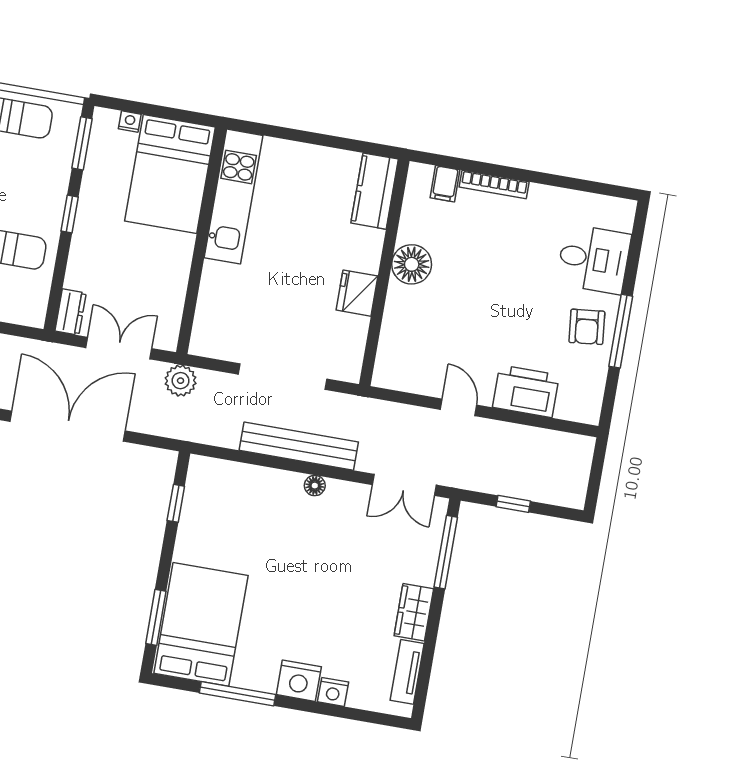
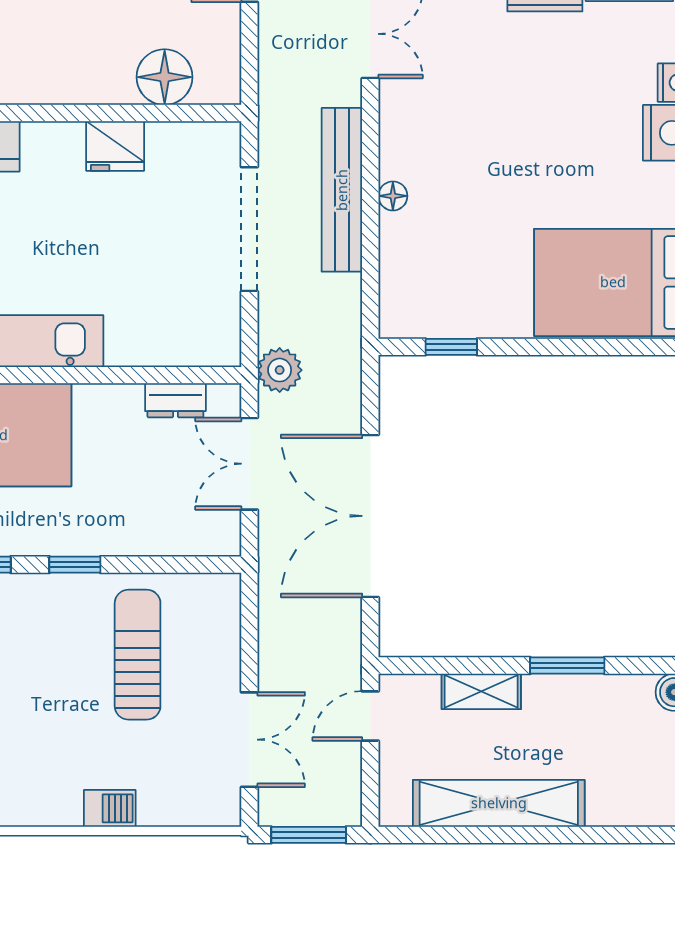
floor lamp: (412, 264) -> (165, 77), moved
dresser: (71, 312) -> (175, 400), moved, turned 180
floor lamp: (315, 486) -> (393, 196), moved
window: (156, 617) -> (615, 347), removed

